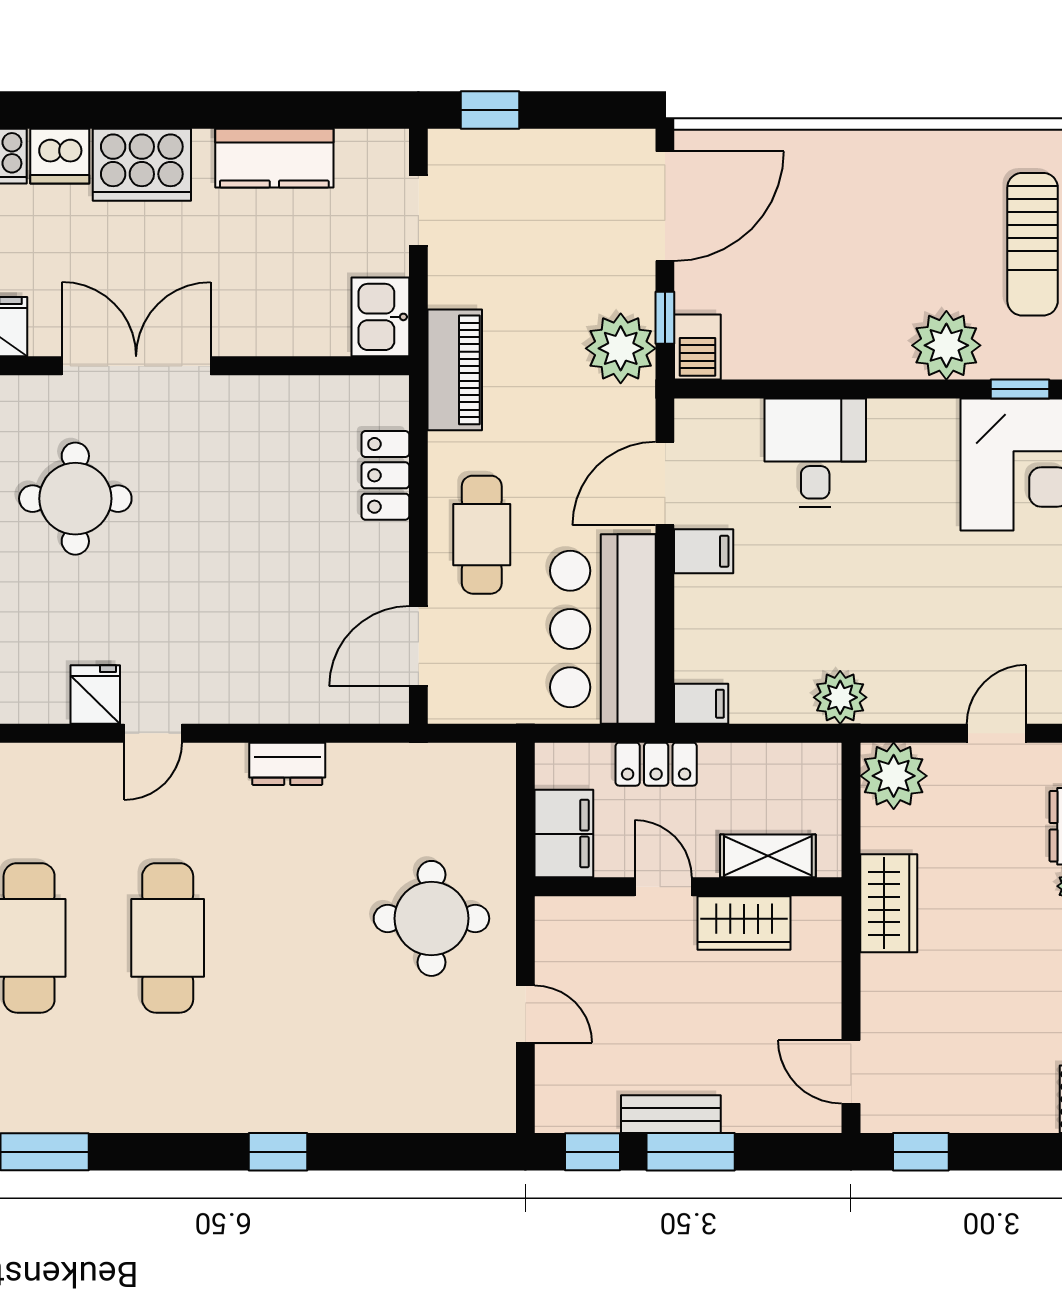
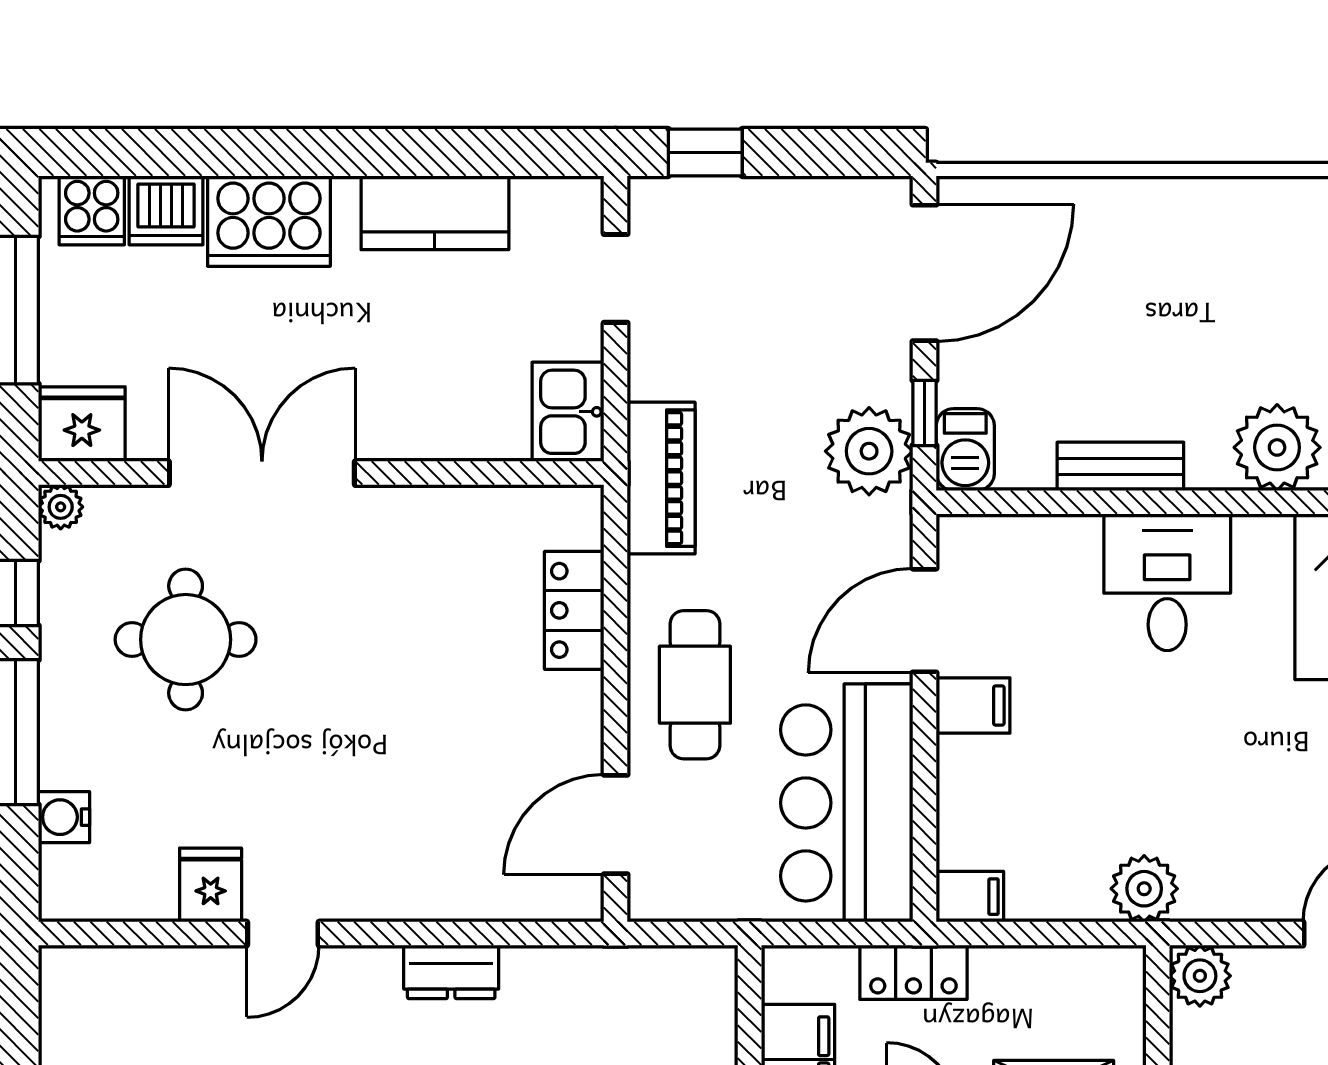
bench: (821, 360) -> (1120, 466), added
desk: (815, 453) -> (1167, 582), moved
plant: (894, 776) -> (1200, 976), width x0.73, depth x0.73

